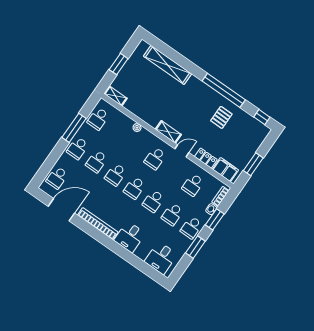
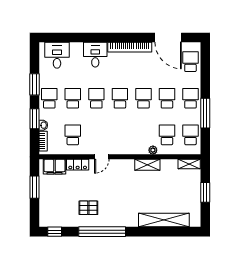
pallet: (221, 117) -> (88, 208), turned 90
shelving: (168, 132) -> (147, 165), moved
school desk: (155, 158) -> (167, 135), moved
door: (61, 210) -> (168, 37), hinge flipped

